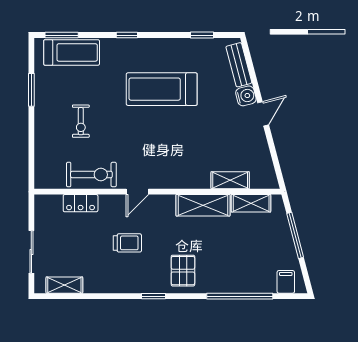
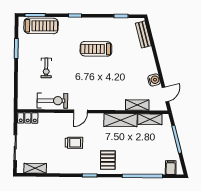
treadmill: (162, 89) -> (96, 49), width x0.73, depth x0.73
water cooler: (246, 96) -> (154, 80), moved
door: (263, 114) -> (165, 94), moved
locker: (81, 203) -> (28, 118), moved

